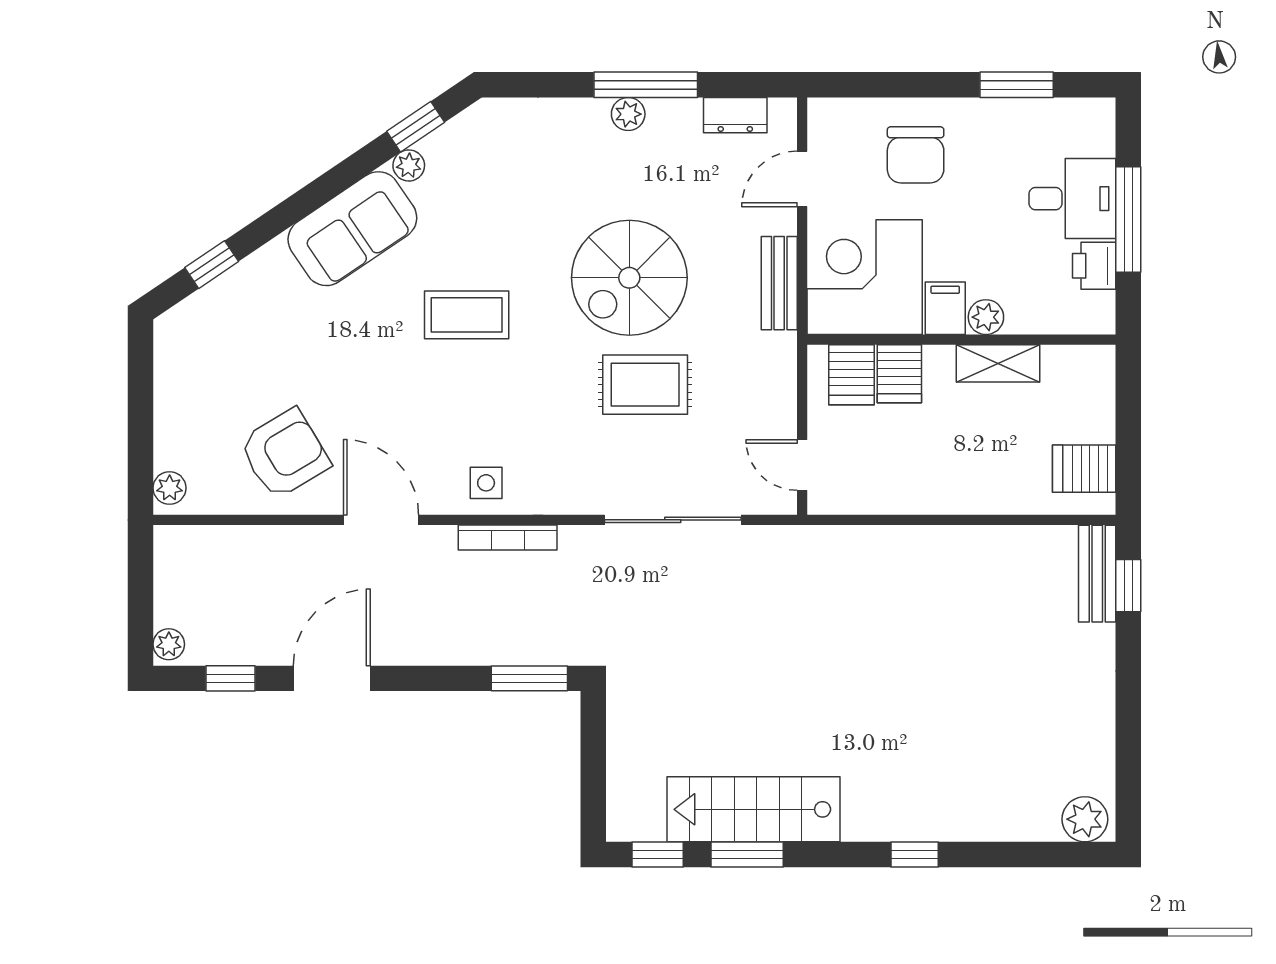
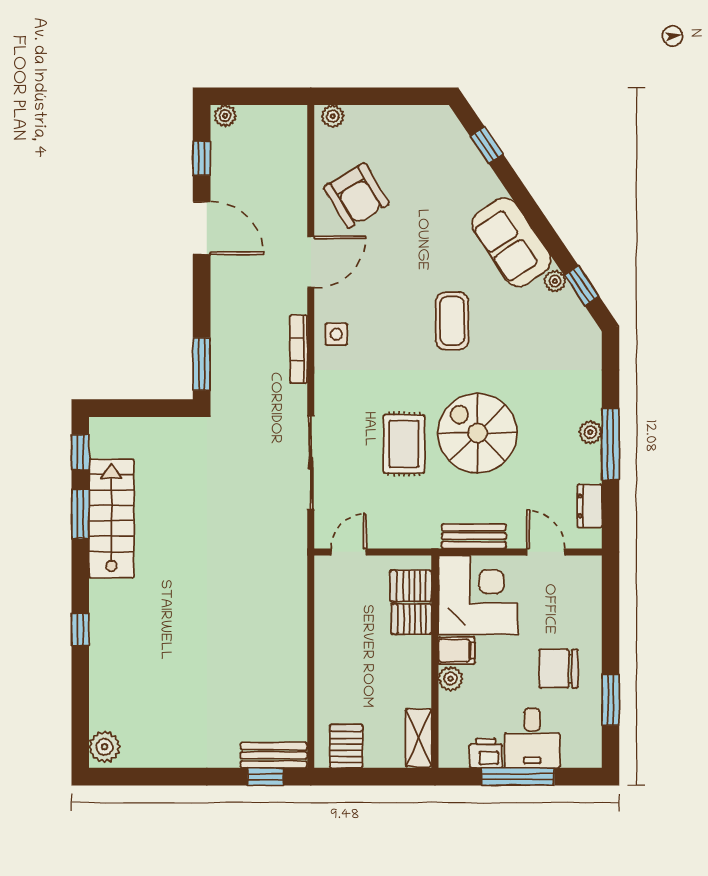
chair: (916, 155) -> (559, 669), moved
shelving: (998, 363) -> (419, 738), moved

